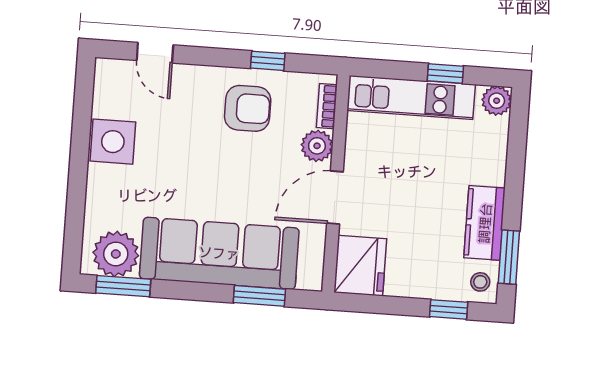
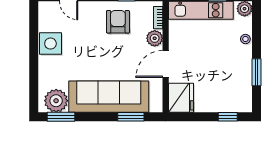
armchair: (248, 108) -> (118, 22), turned -90
kitchen counter: (485, 223) -> (243, 71), removed
window: (509, 257) -> (256, 72), moved
stool: (480, 282) -> (245, 39), moved

